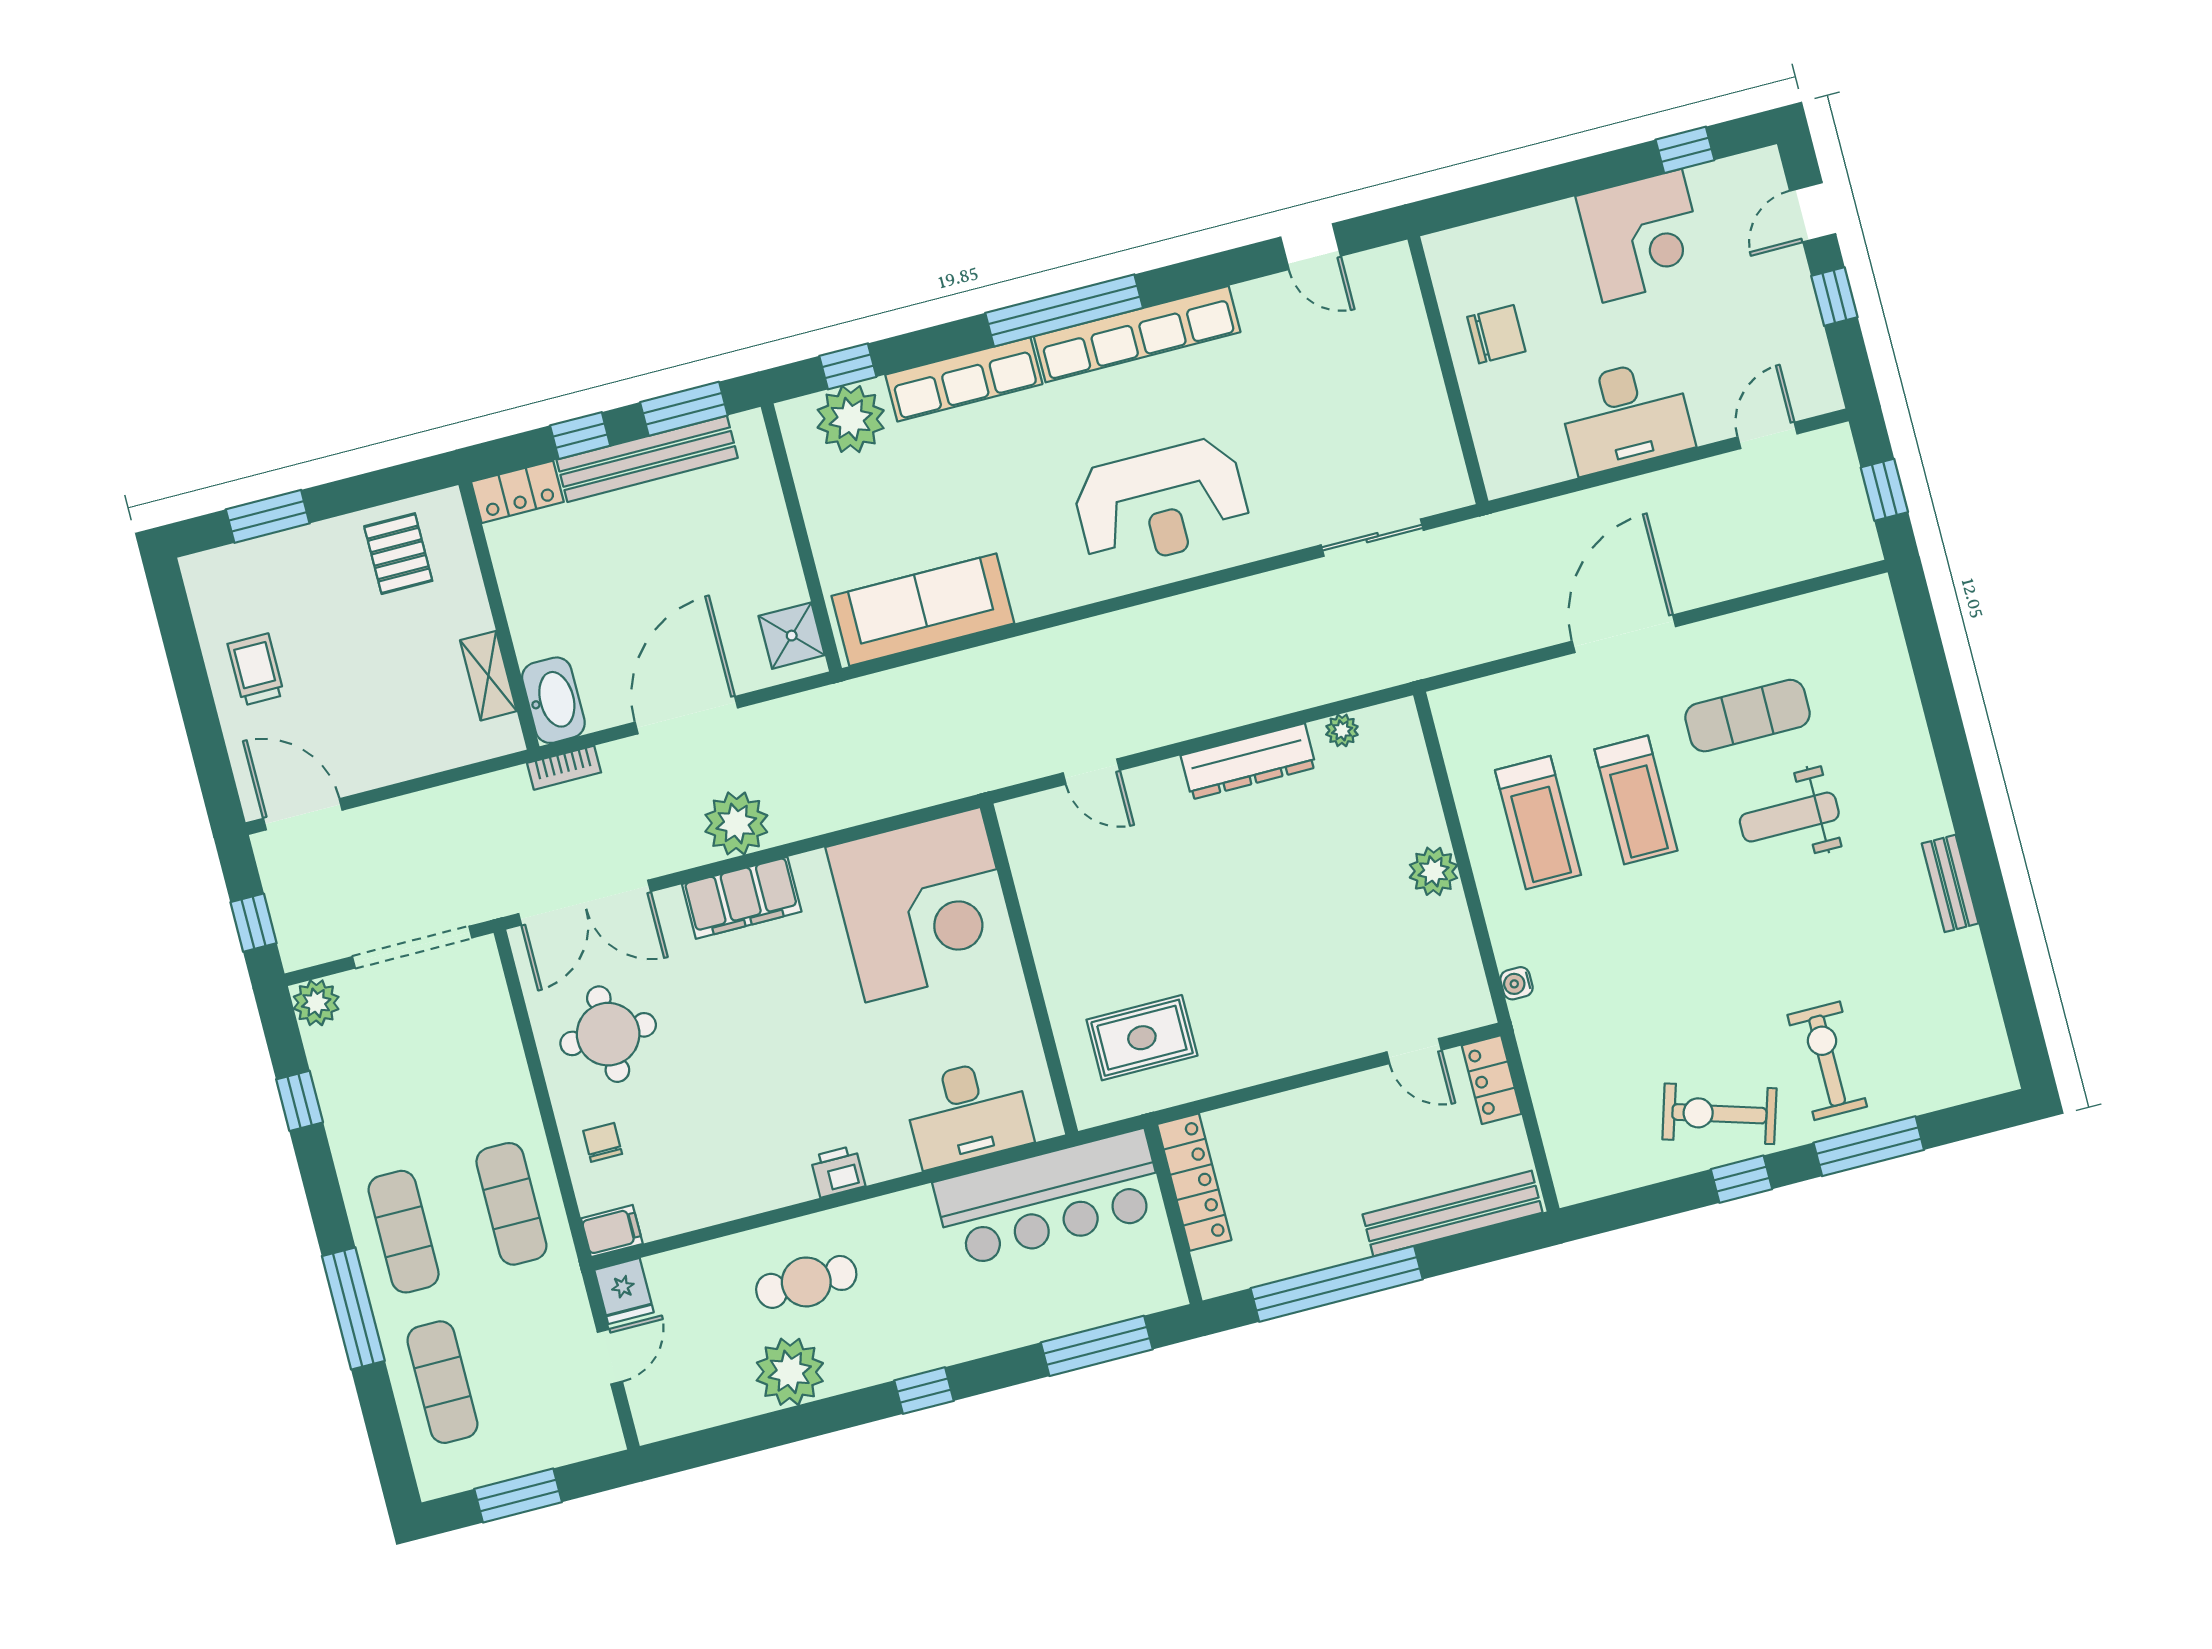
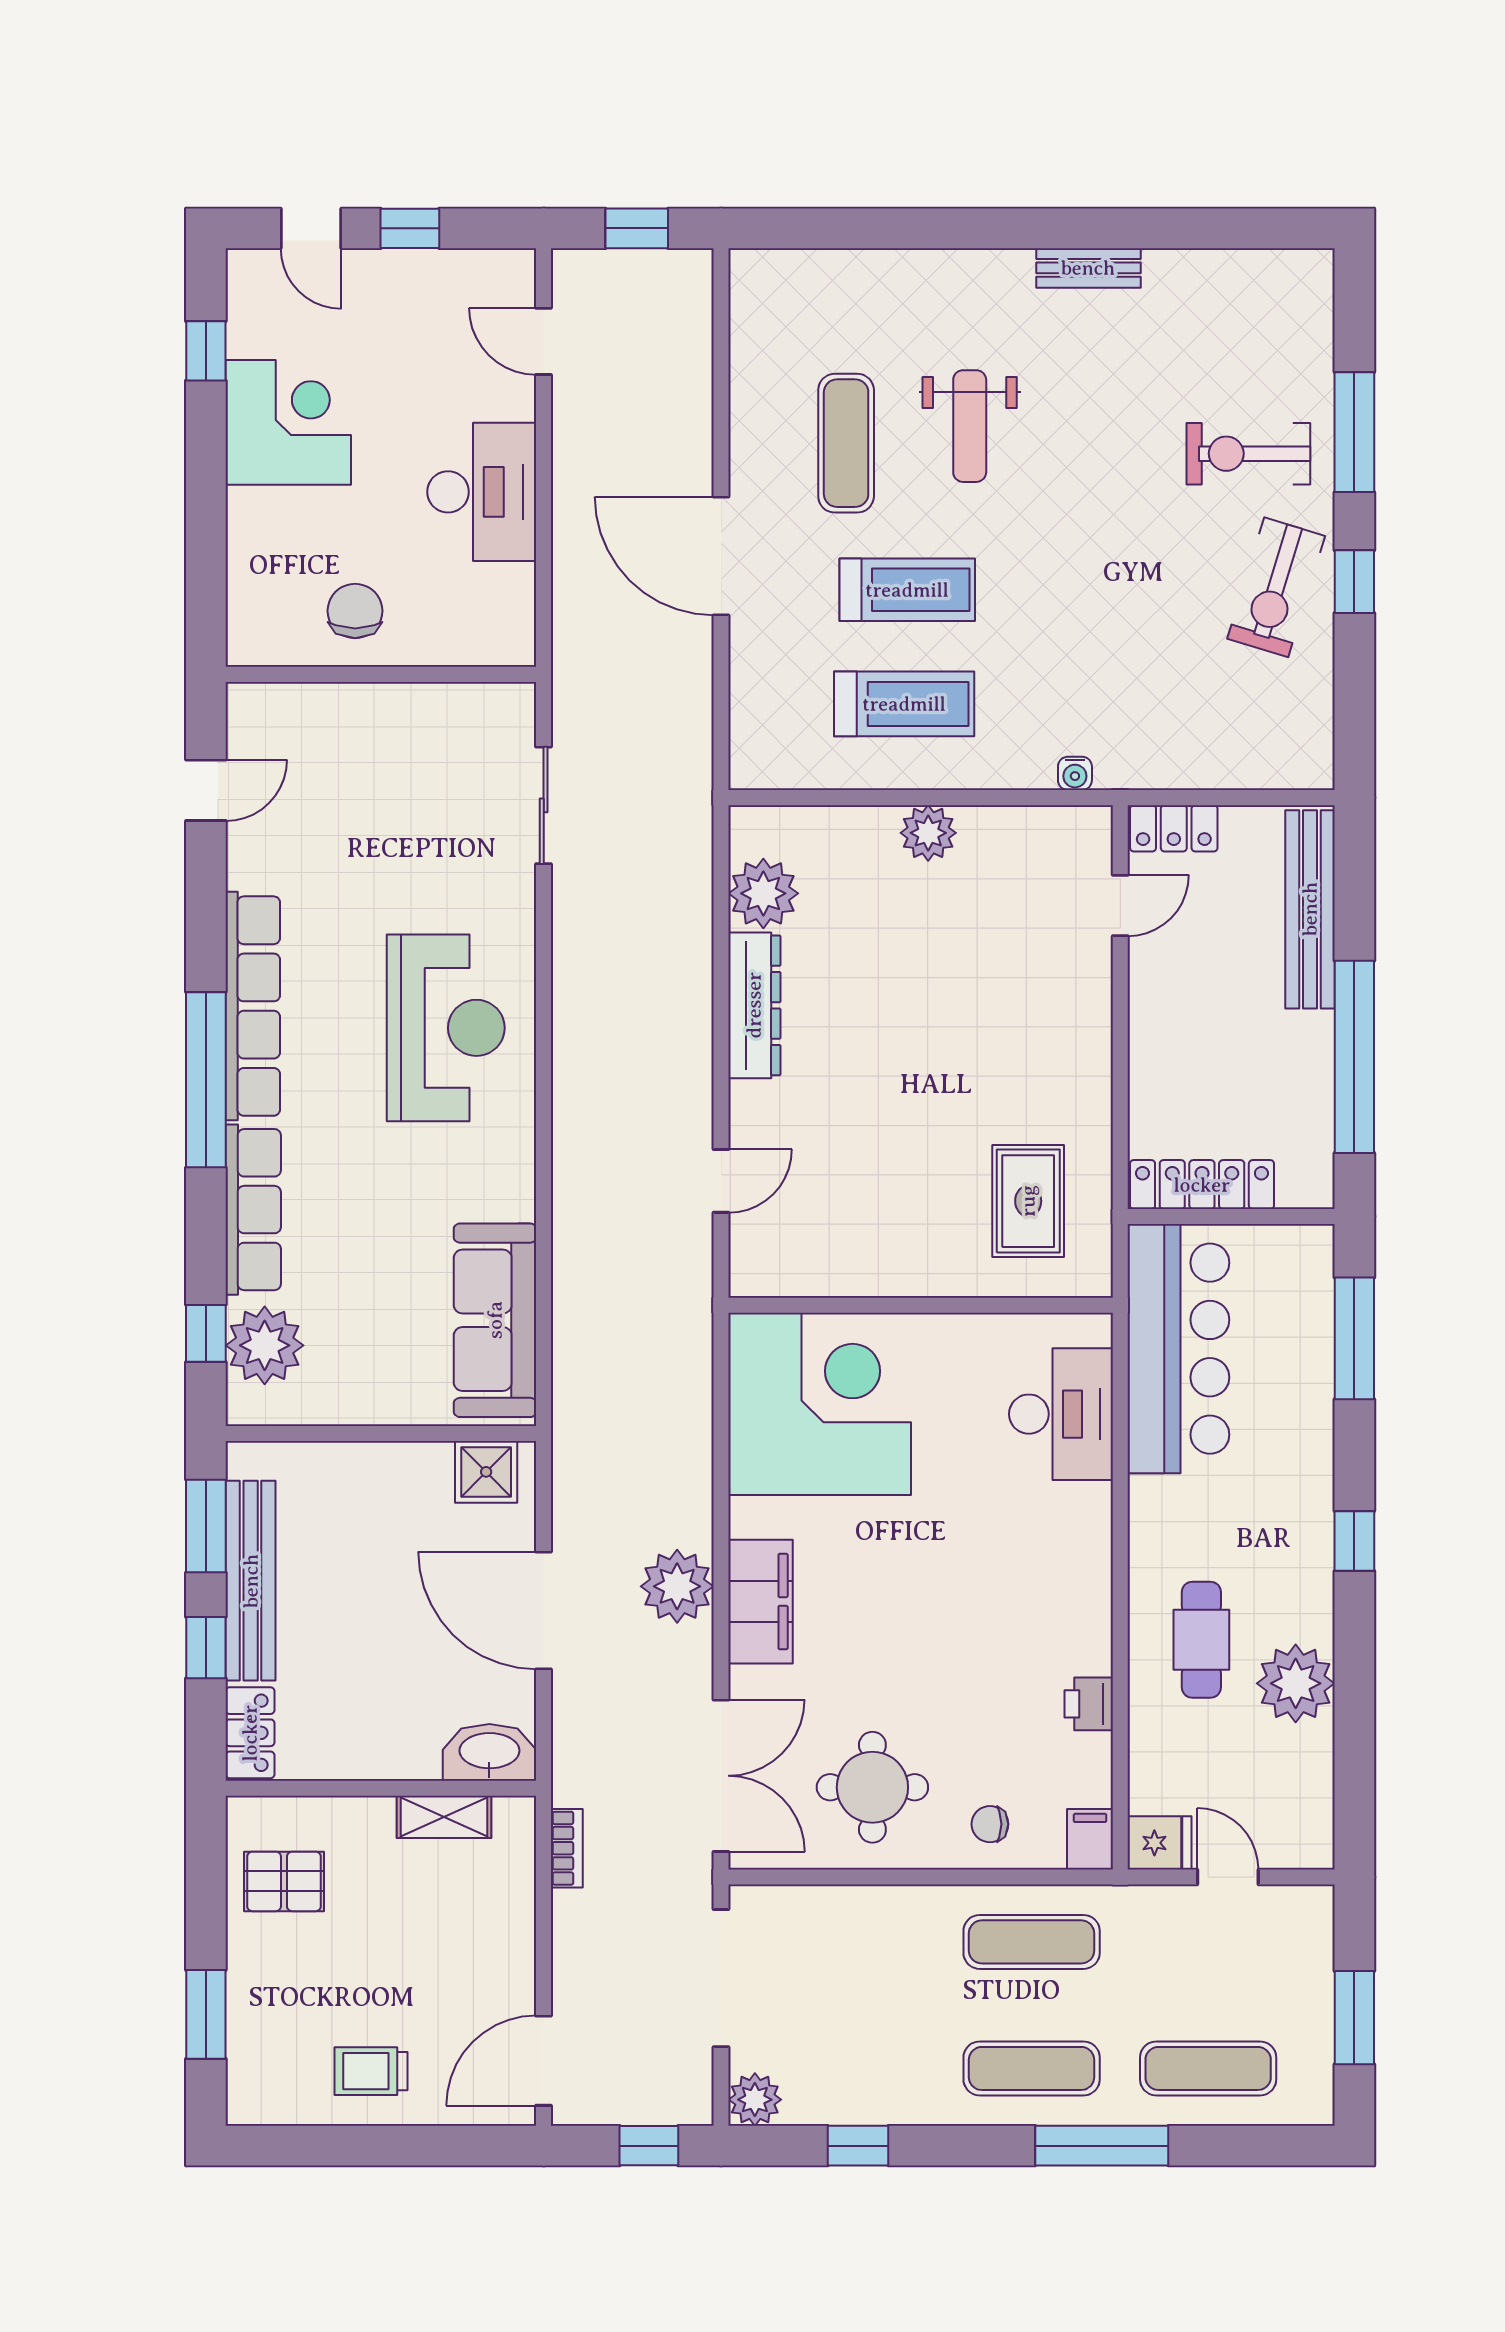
plant: (1342, 730) -> (763, 893), width x1.87, depth x1.87
bookcase: (564, 768) -> (567, 1848), moved
printer: (838, 1171) -> (1089, 1704), moved

